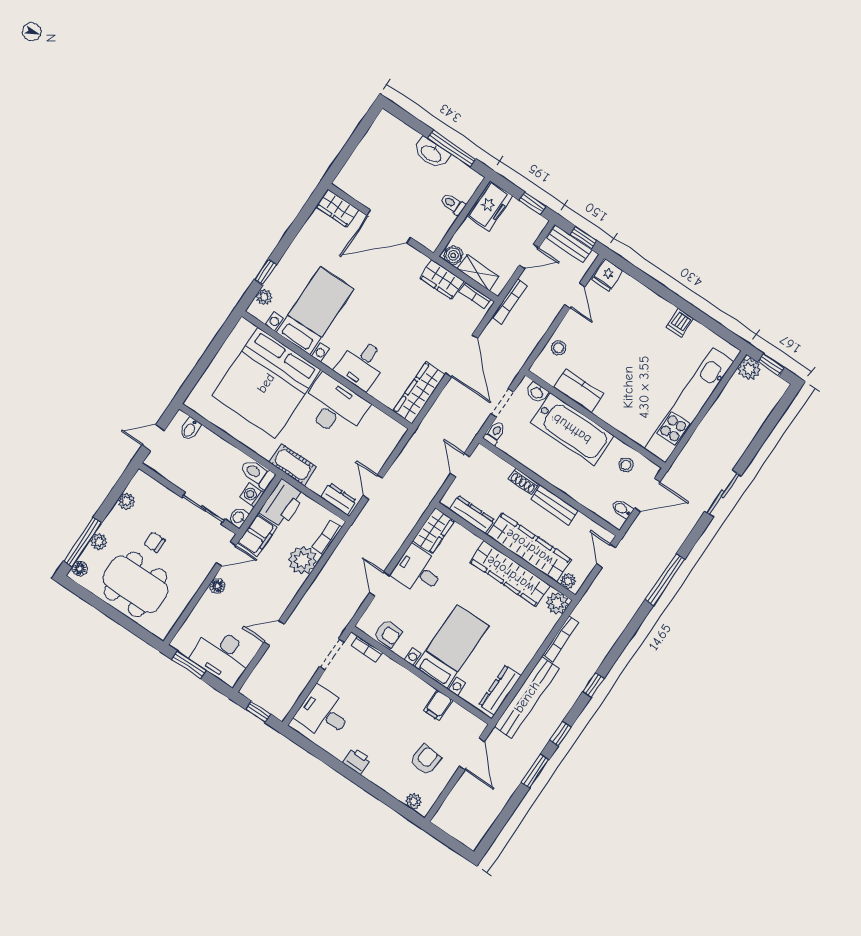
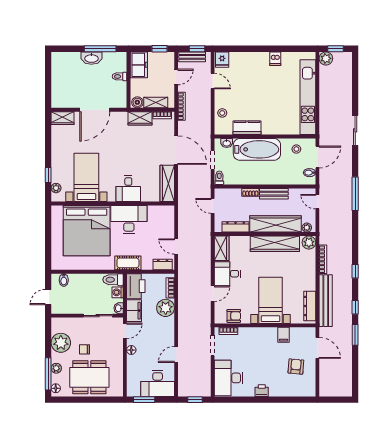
plant: (126, 501) -> (61, 343), width x1.88, depth x1.88
door: (380, 584) -> (213, 294), swing flipped
desk: (324, 713) -> (229, 378), width x1.37
plant: (414, 801) -> (304, 392), removed

